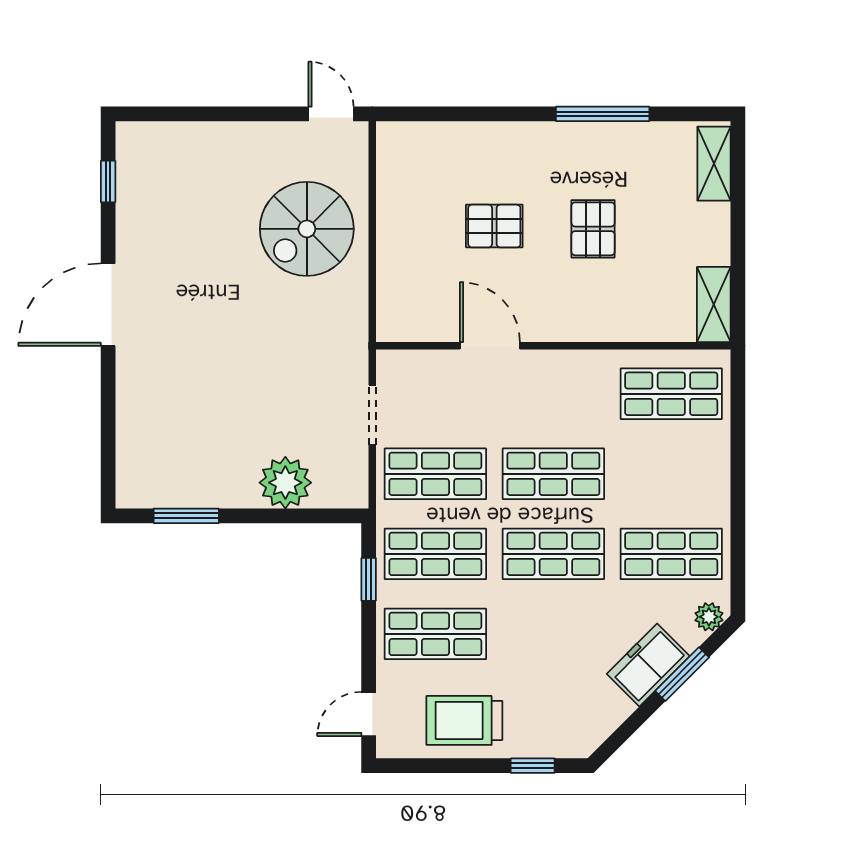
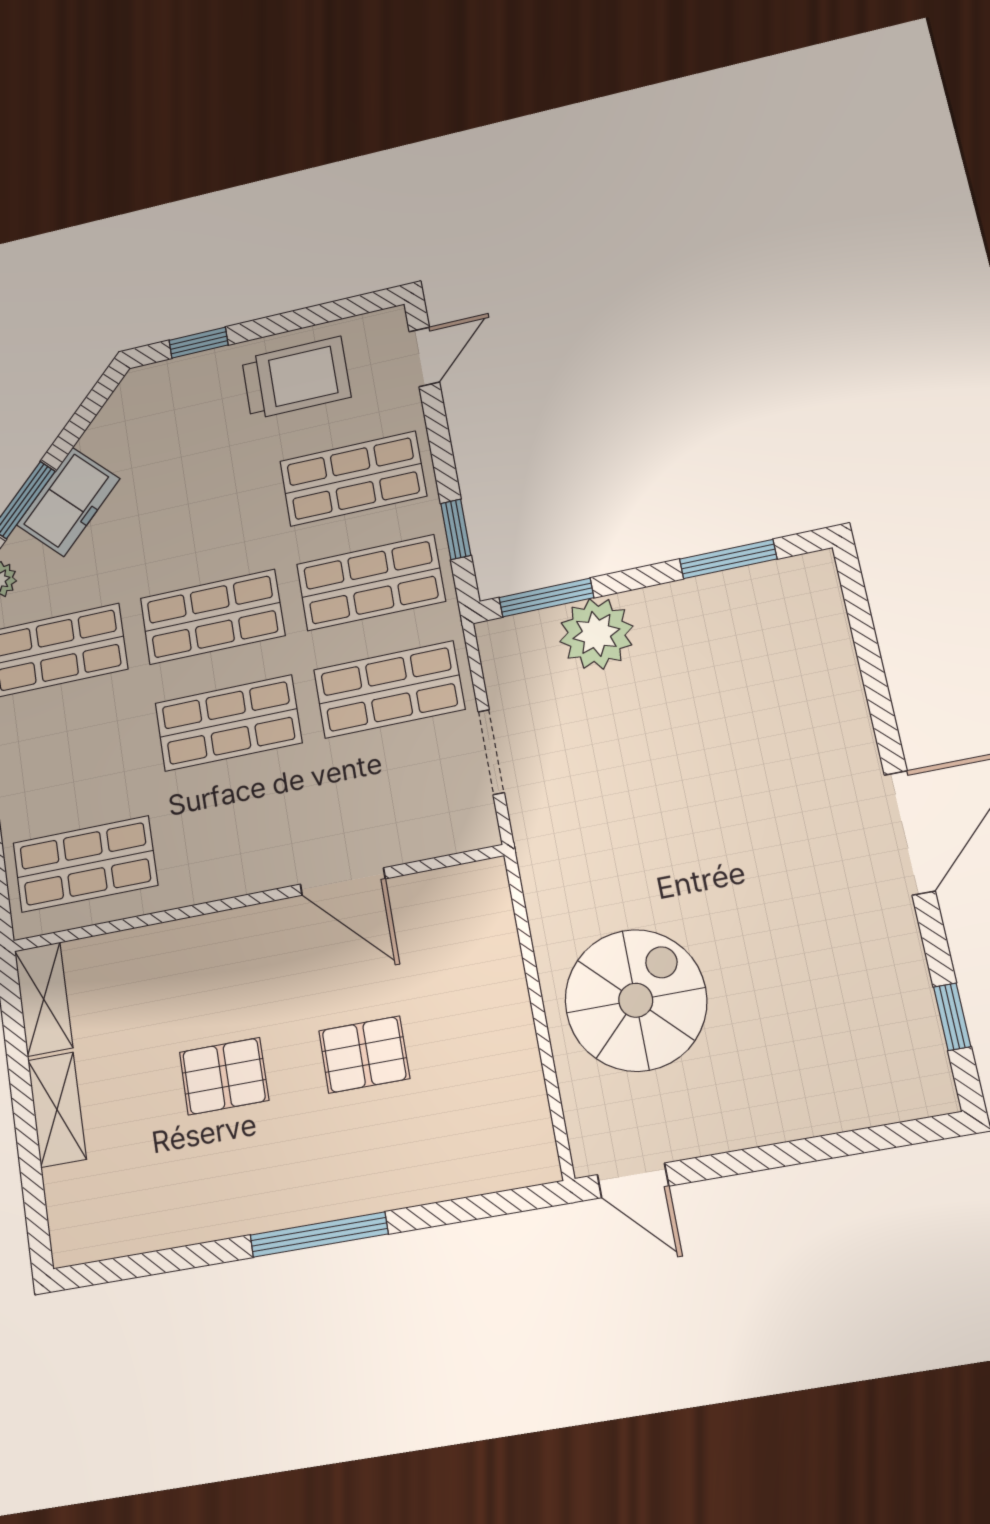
window: (603, 114) -> (319, 1235), moved
shelving: (714, 164) -> (57, 1110), moved
pallet: (593, 229) -> (224, 1076), turned 90
window: (315, 516) -> (546, 598), added

